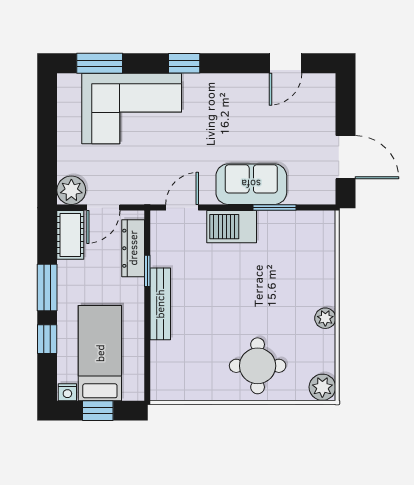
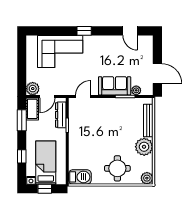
window: (100, 63) -> (46, 31), removed
door: (286, 63) -> (130, 31), hinge flipped
plant: (299, 194) -> (136, 90), added
barbecue: (232, 227) -> (80, 177), moved, turned 180
window: (47, 287) -> (22, 120), moved
bench: (160, 304) -> (148, 121), moved
plant: (325, 318) -> (144, 147), width x1.88, depth x1.88

